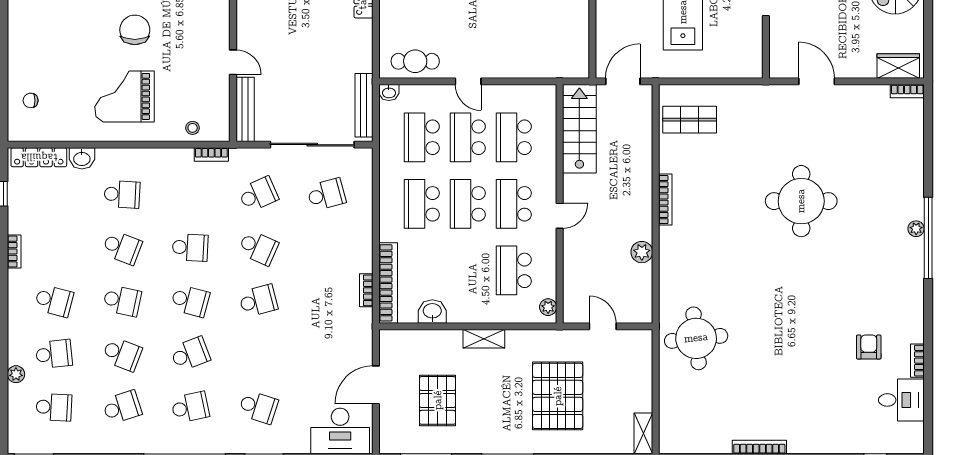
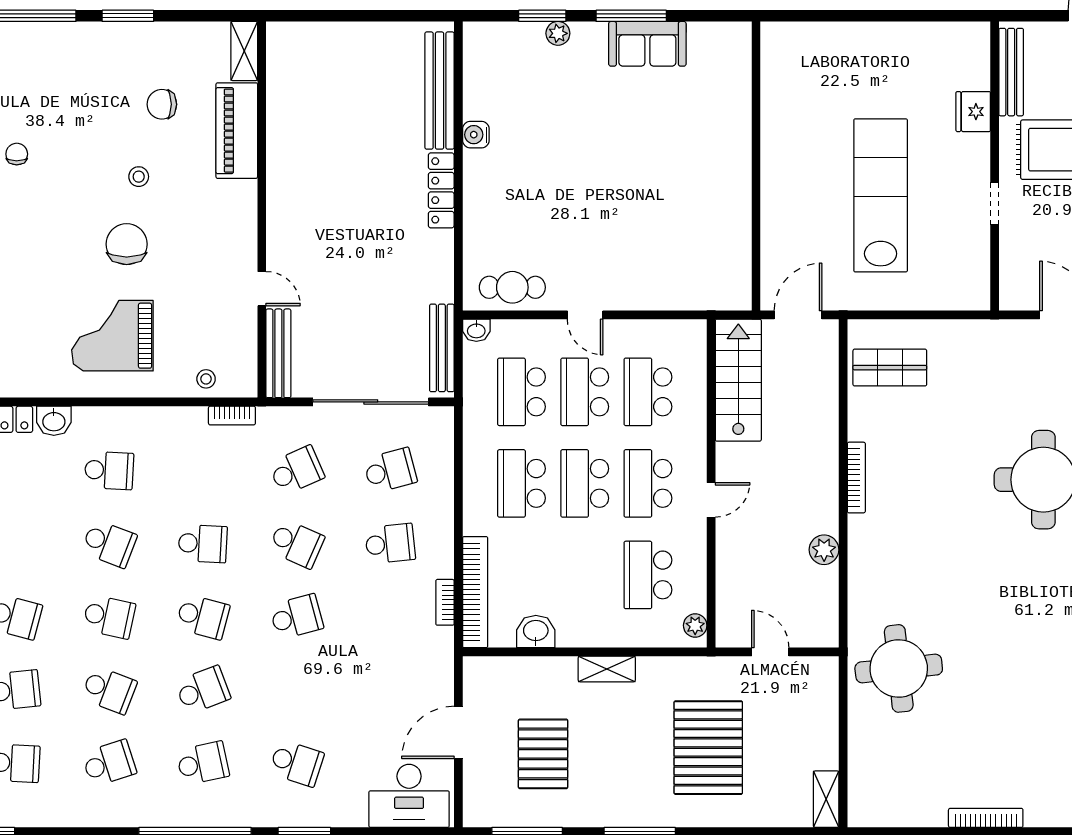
school desk: (326, 248) -> (390, 544), added

